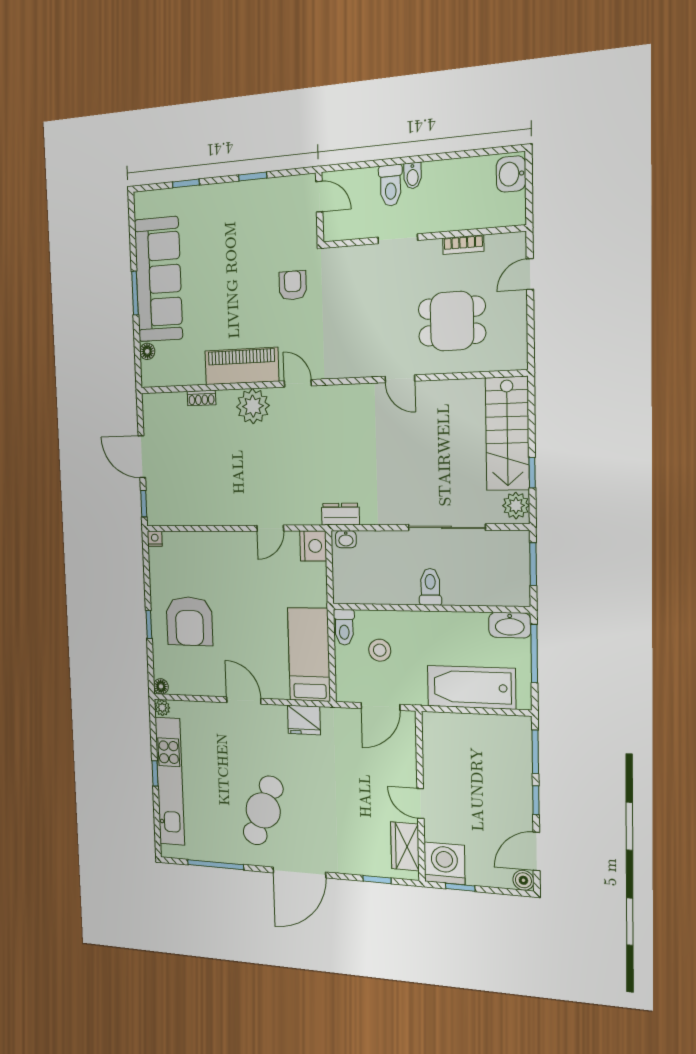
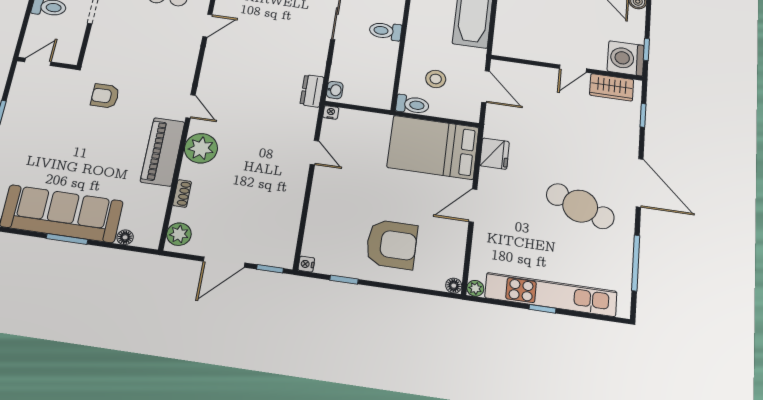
door: (298, 383) -> (191, 106), swing flipped
plant: (160, 405) -> (179, 234), added
nightstand: (313, 546) -> (331, 112), width x0.53, depth x0.56
window: (149, 624) -> (344, 280), moved
bed: (309, 654) -> (433, 147), width x1.50

